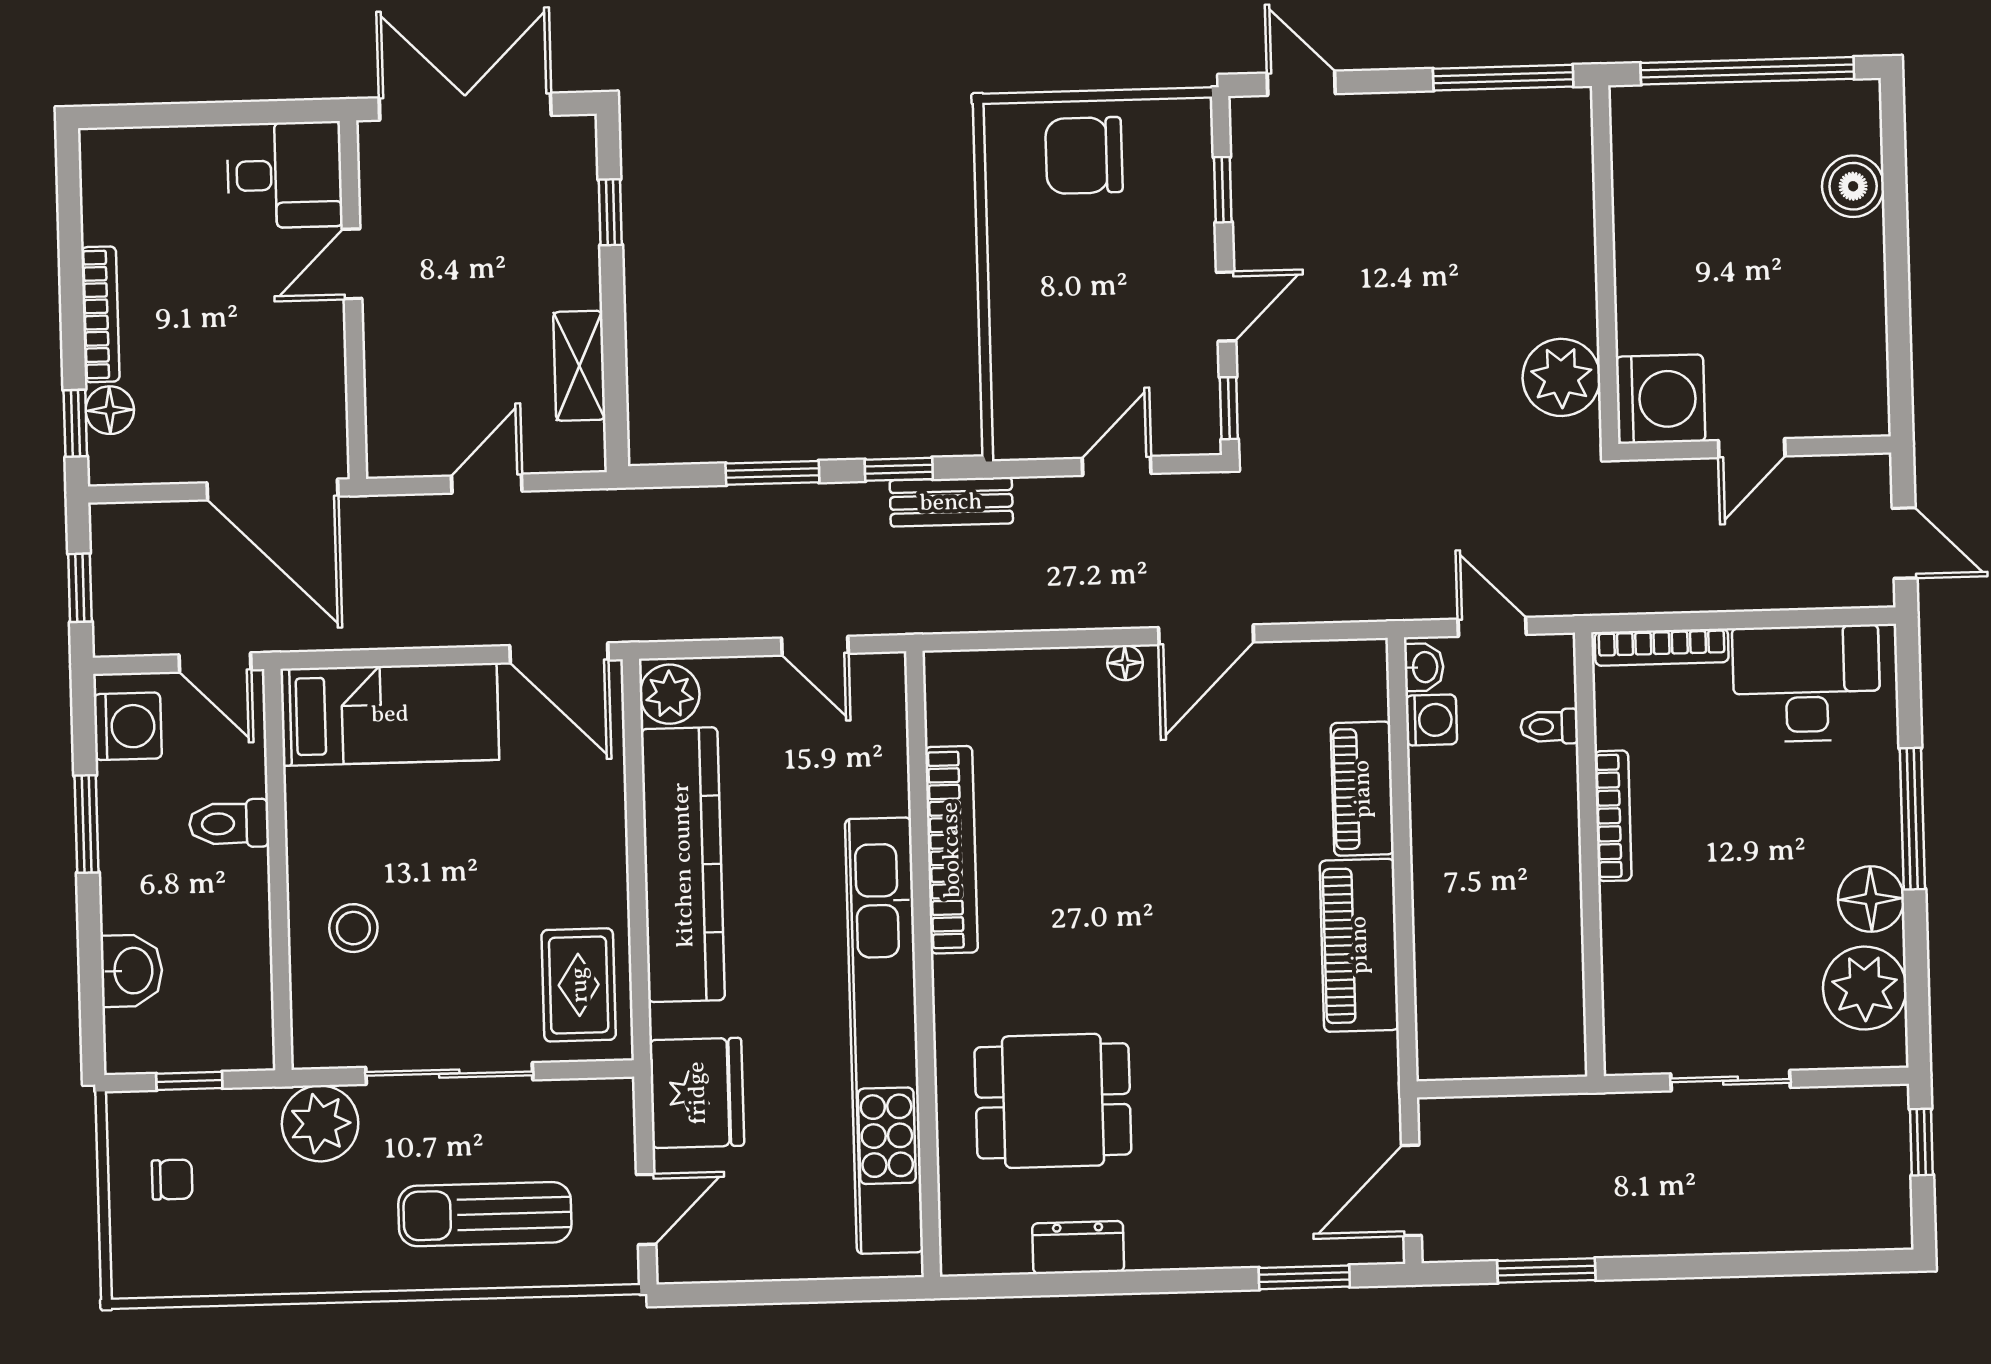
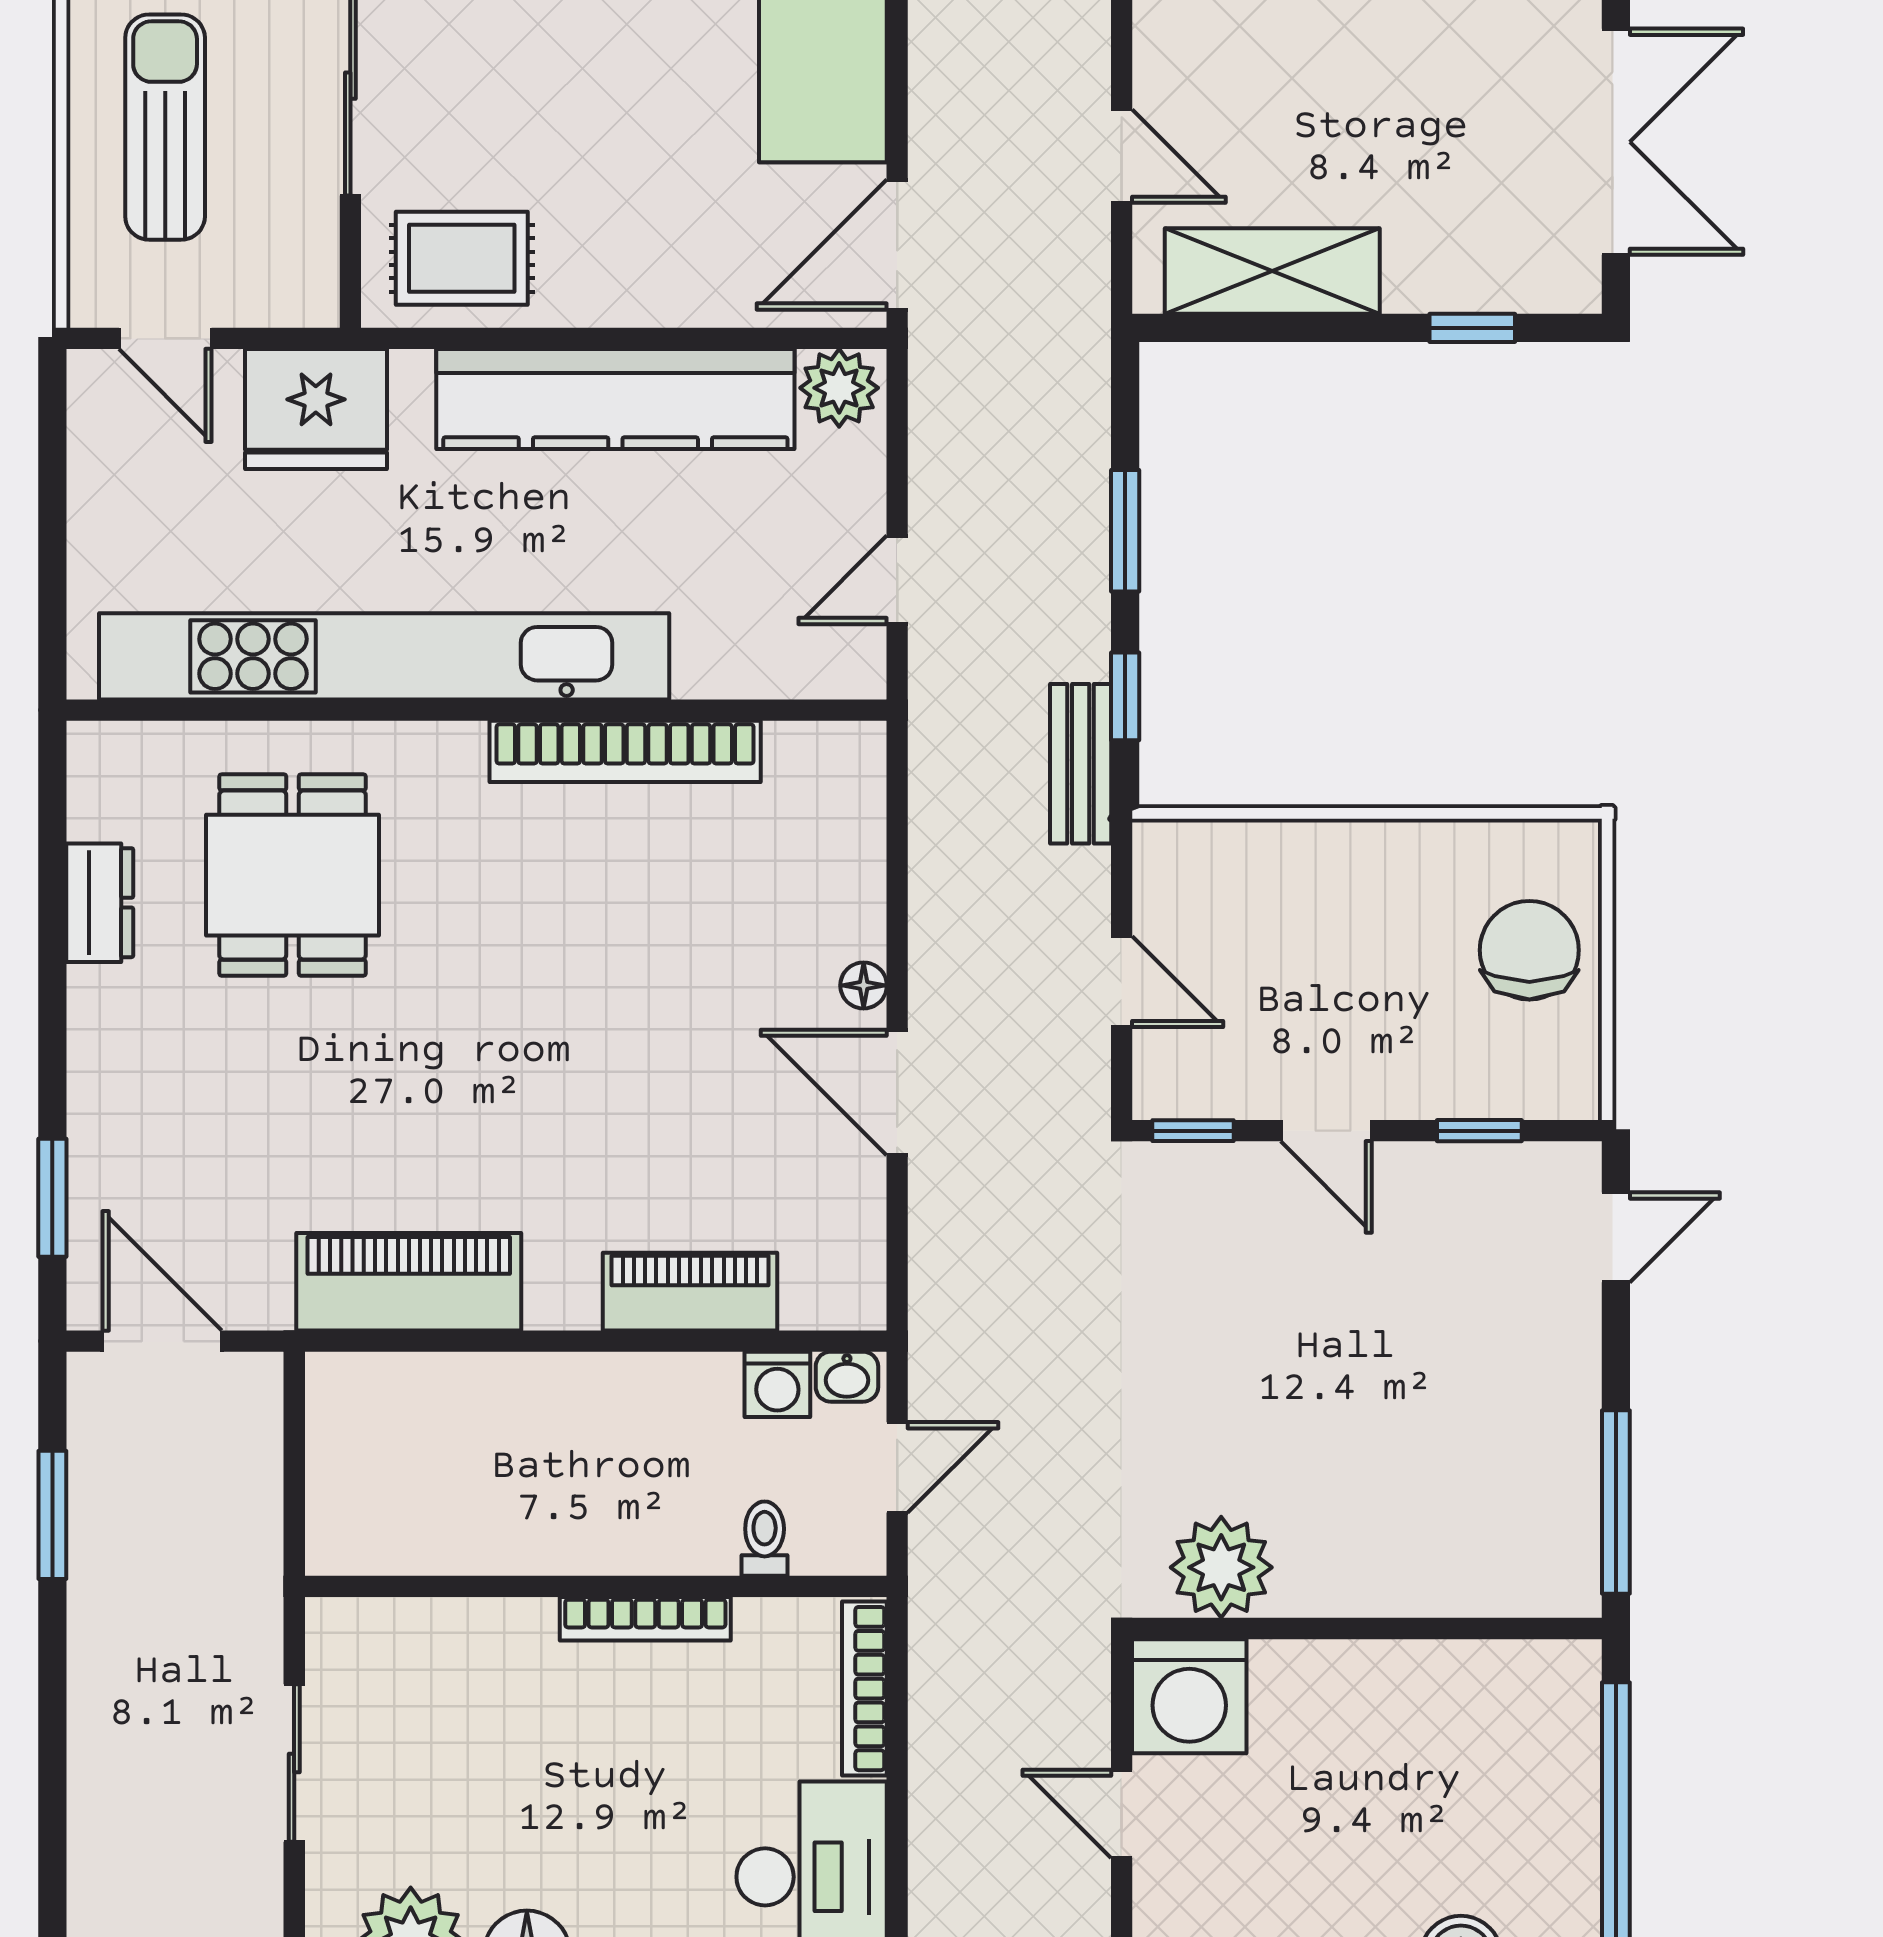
shelving: (579, 366) -> (1272, 271), width x1.50, depth x1.33
piano: (1359, 945) -> (409, 1282), moved

